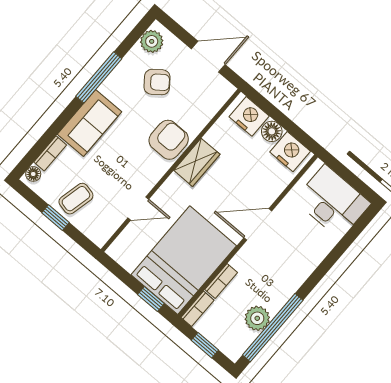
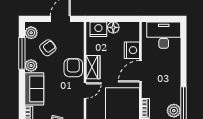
window: (99, 77) -> (22, 53), moved
plant: (113, 87) -> (31, 66), added
nightstand: (290, 152) -> (132, 50), moved, turned 90
door: (138, 208) -> (85, 91), moved

